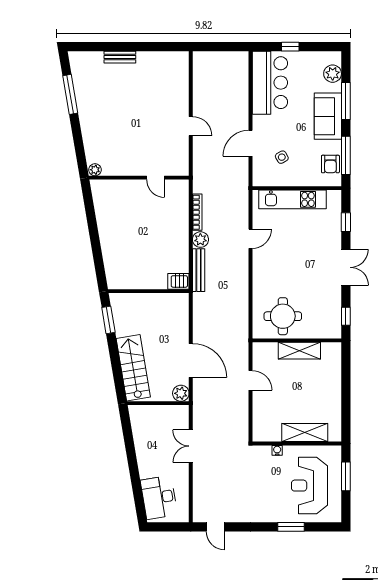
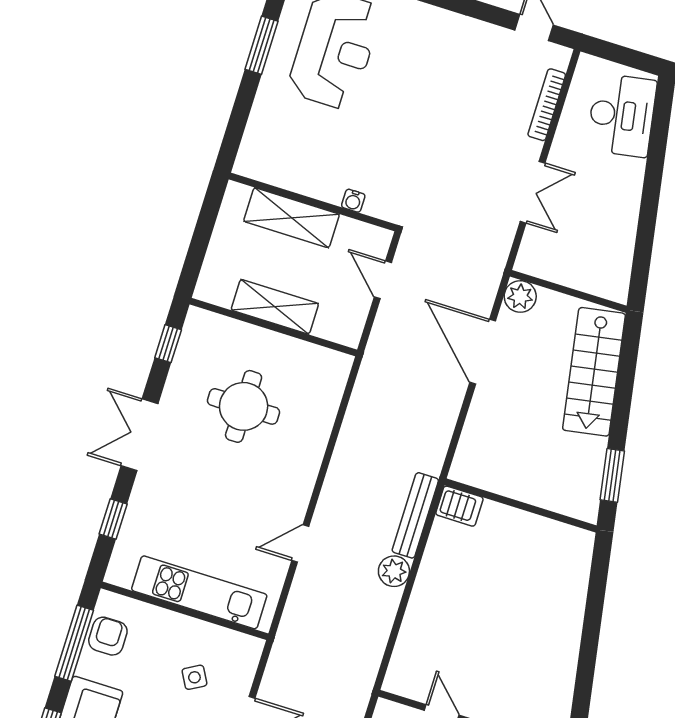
bookcase: (197, 212) -> (547, 105), moved
round table: (283, 316) -> (244, 406), moved
shelving: (305, 433) -> (291, 218), moved
wall: (297, 444) -> (313, 202), moved
water cooler: (277, 450) -> (353, 201), moved

